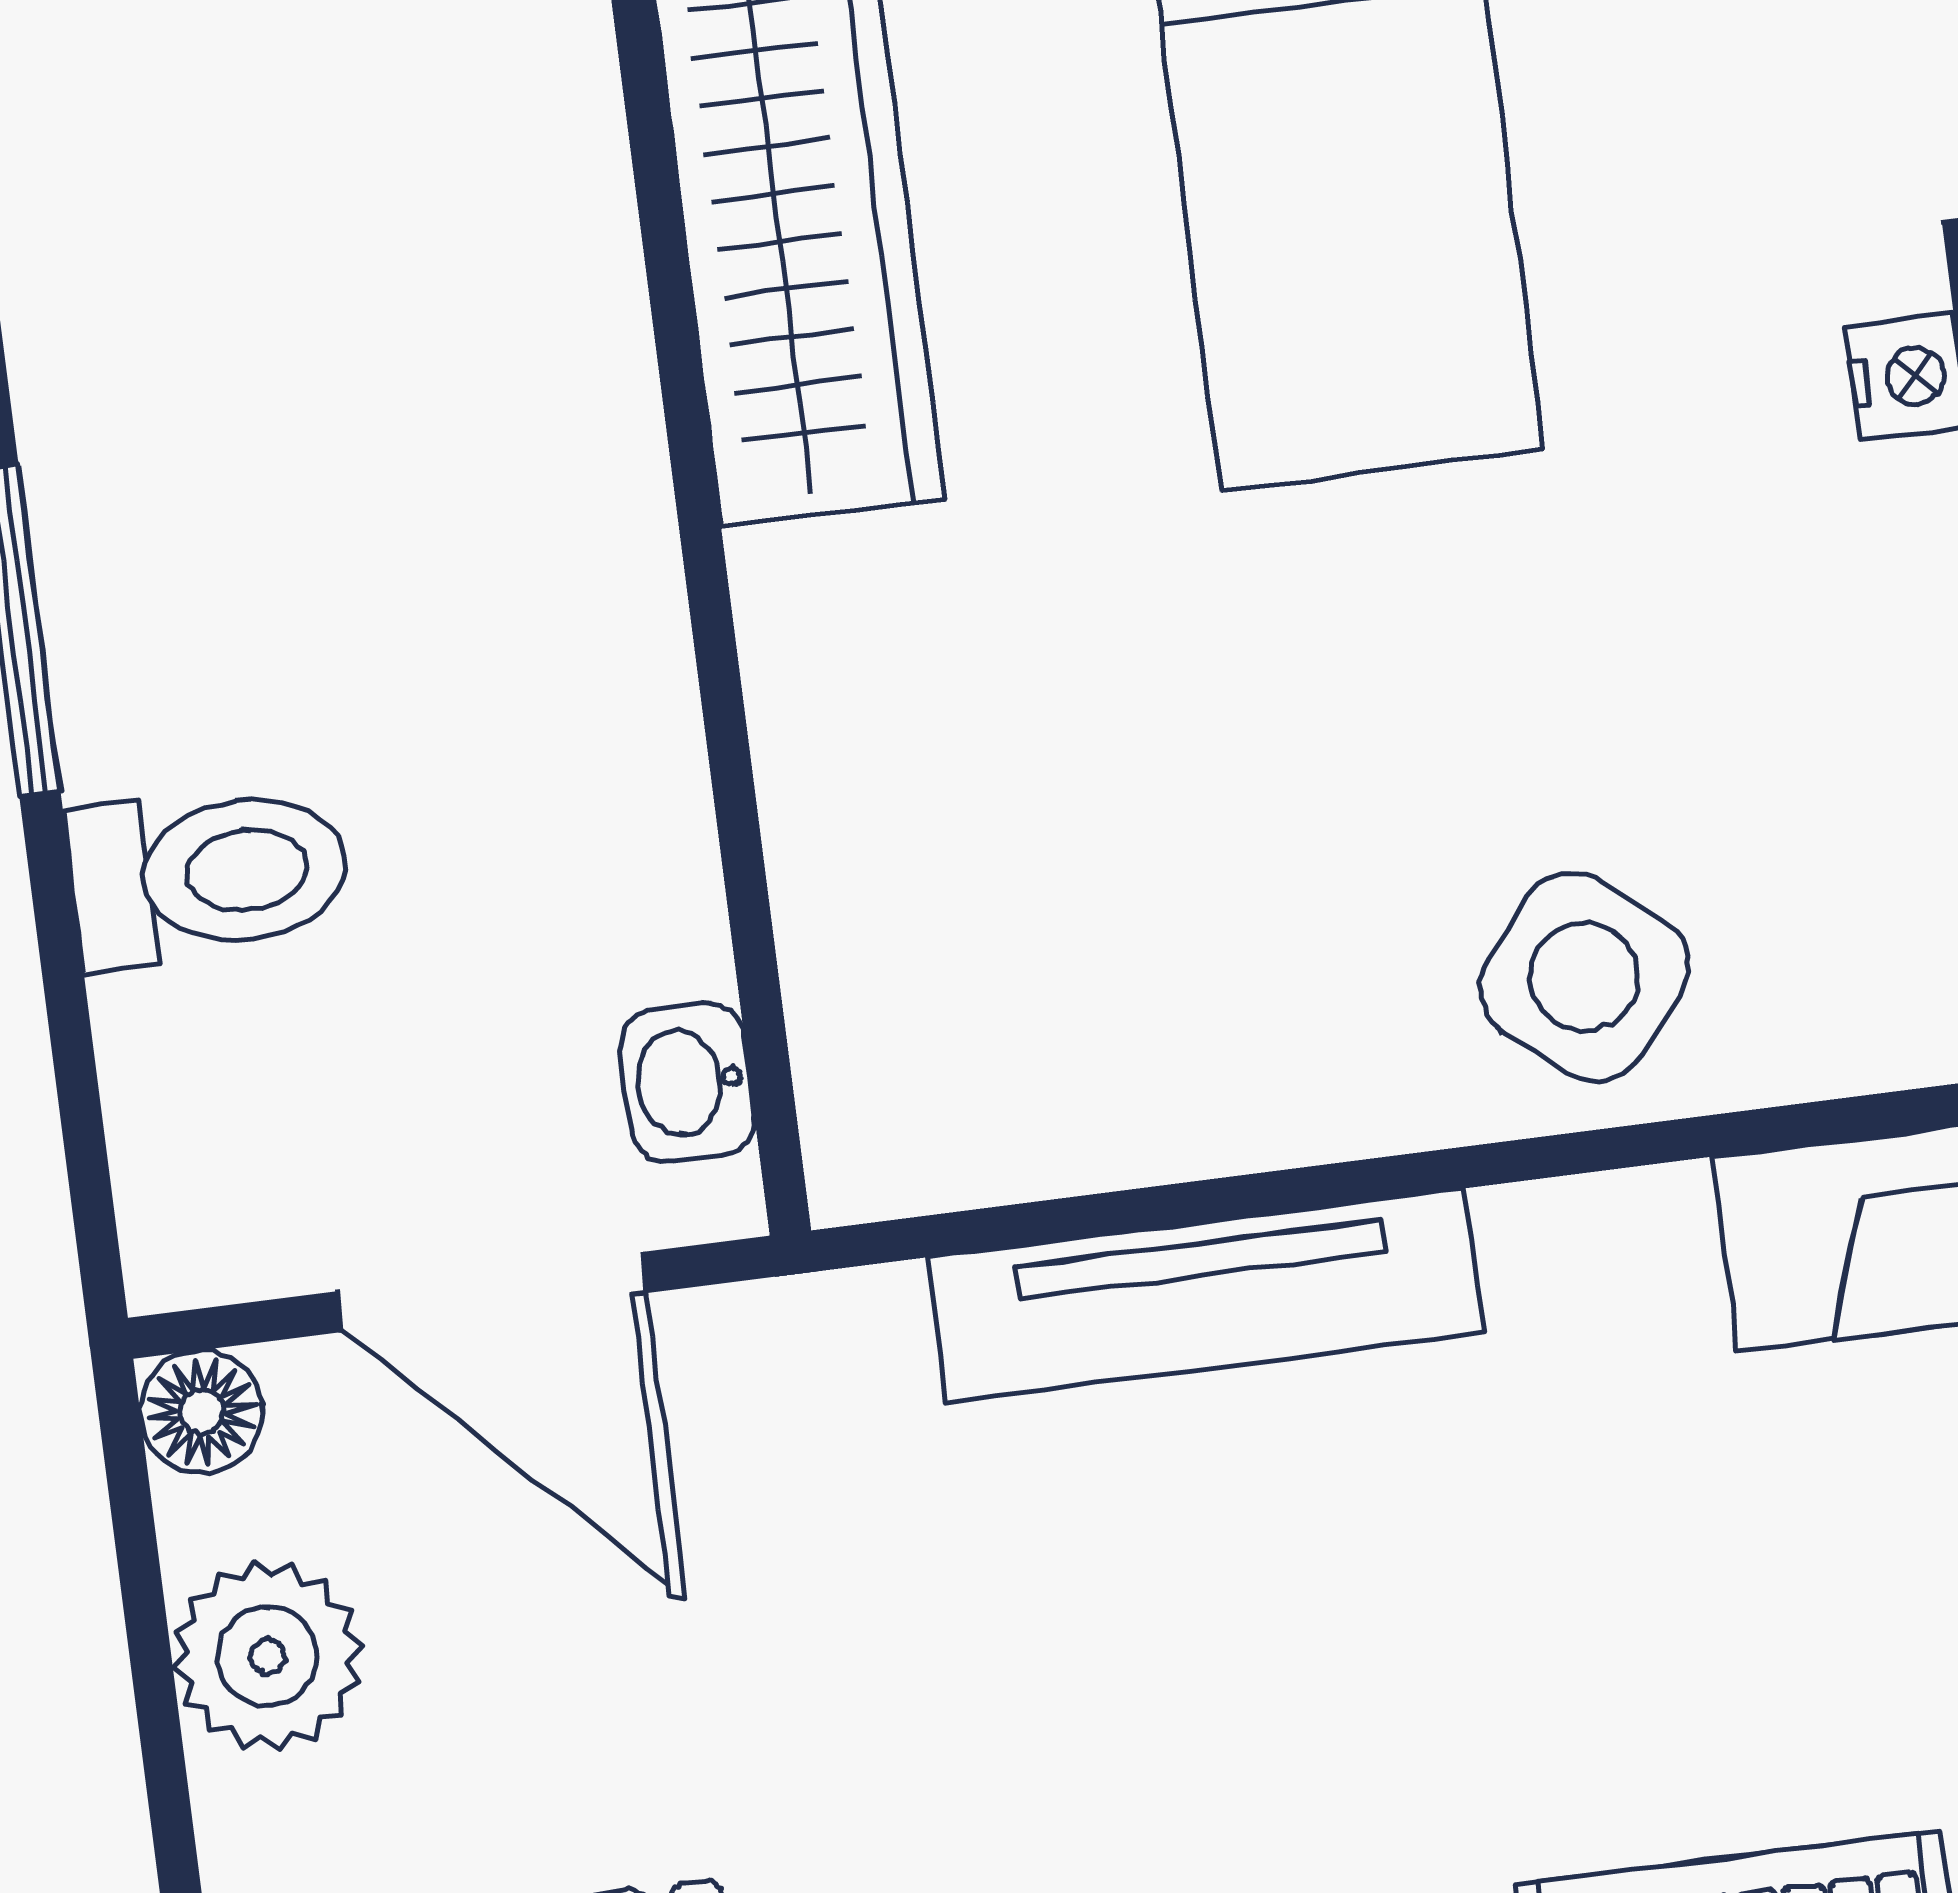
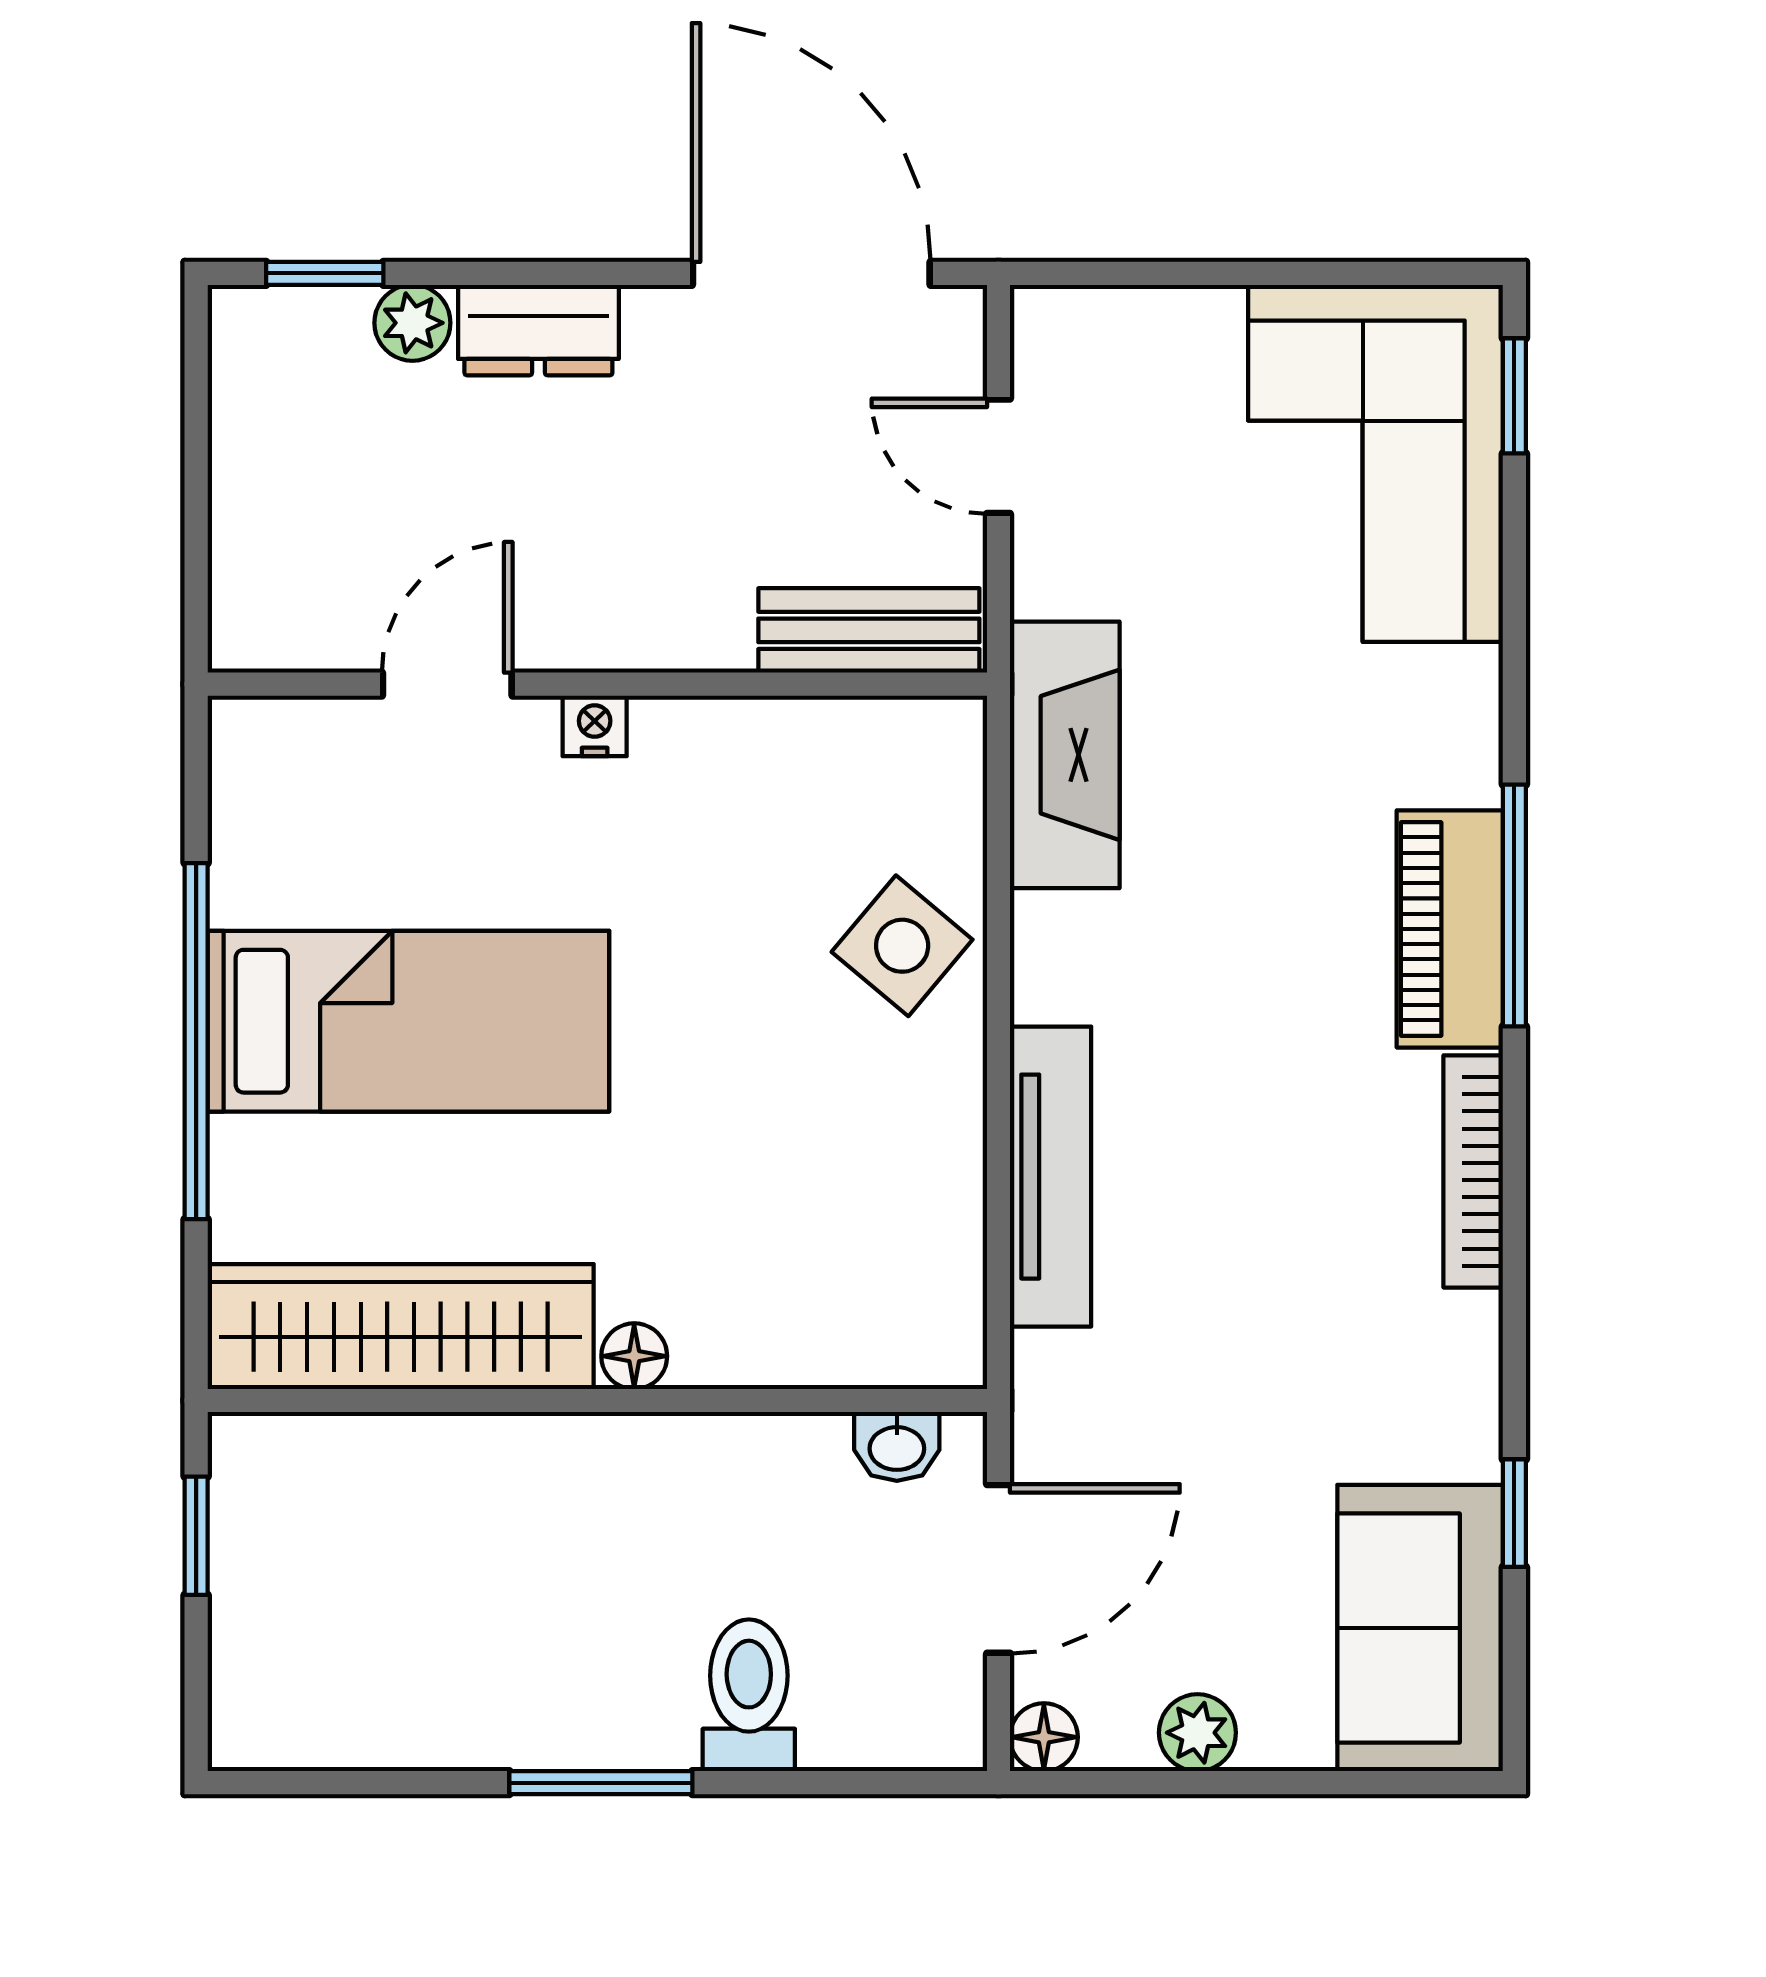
floor lamp: (789, 592) -> (634, 1356), added
plant: (267, 1656) -> (1197, 1733), width x0.73, depth x0.73

